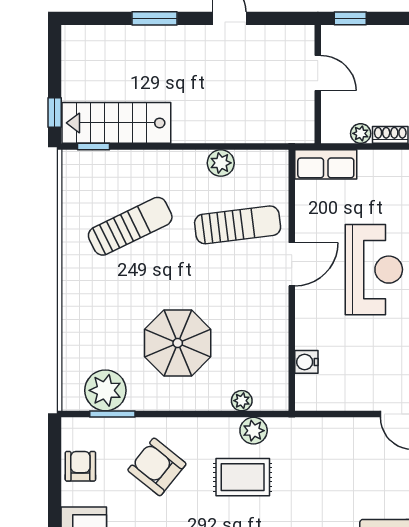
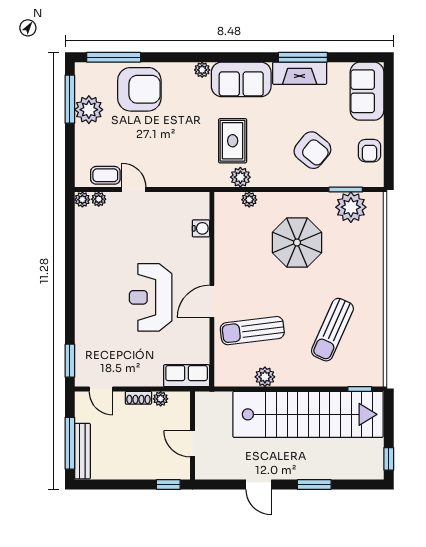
window: (55, 112) -> (389, 459), moved
stairs: (116, 123) -> (308, 414), width x1.86, depth x1.51
sun lounger: (130, 226) -> (332, 330), turned -40
rug: (243, 477) -> (233, 141), moved, turned 90

